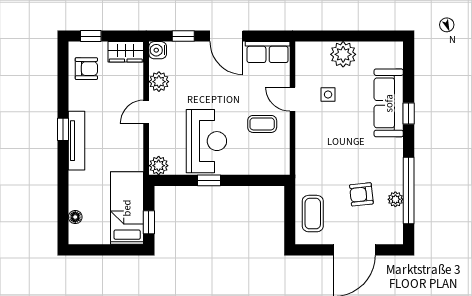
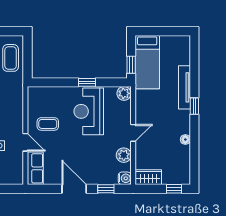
row of seats: (268, 52) -> (35, 168), moved, turned 90
armchair: (86, 69) -> (177, 165), removed
window: (63, 129) -> (194, 106), moved
tv unit: (77, 141) -> (184, 87), moved
floor lamp: (75, 217) -> (185, 139), moved
window: (149, 222) -> (131, 65), moved

